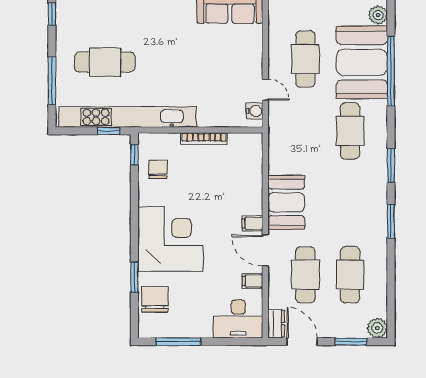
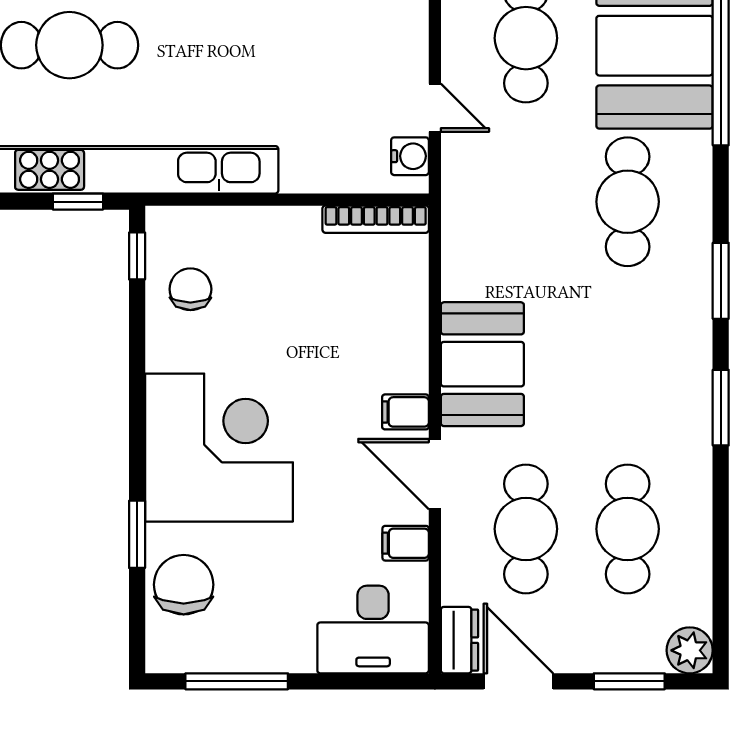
bookcase: (204, 139) -> (376, 219), moved

